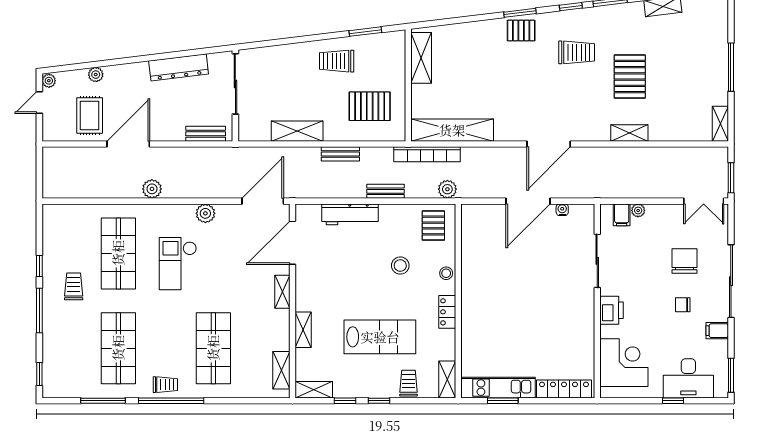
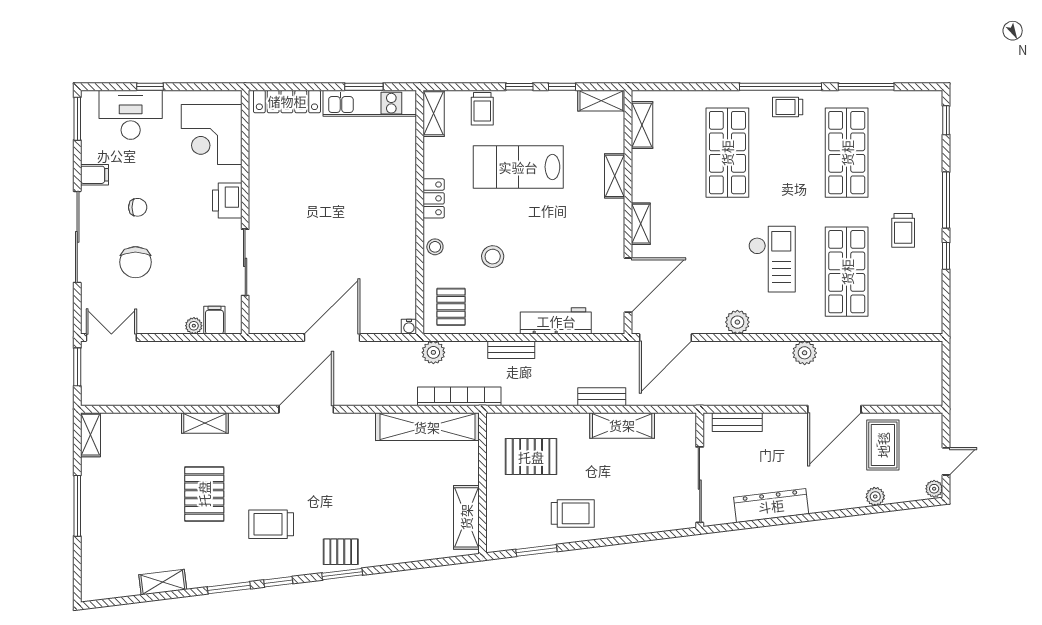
bench: (340, 154) -> (602, 397), moved
water cooler: (562, 210) -> (409, 327), moved

